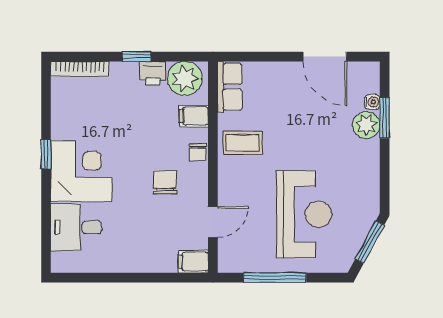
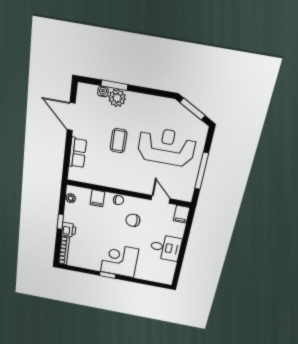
door: (325, 57) -> (71, 117), swing flipped
printer: (153, 73) -> (69, 230), moved
plant: (185, 78) -> (71, 198), width x0.53, depth x0.53
row of seats: (230, 87) -> (78, 153), moved, turned 90
coffee table: (243, 143) -> (119, 141), moved
desk: (76, 227) -> (166, 248), moved, turned -90

